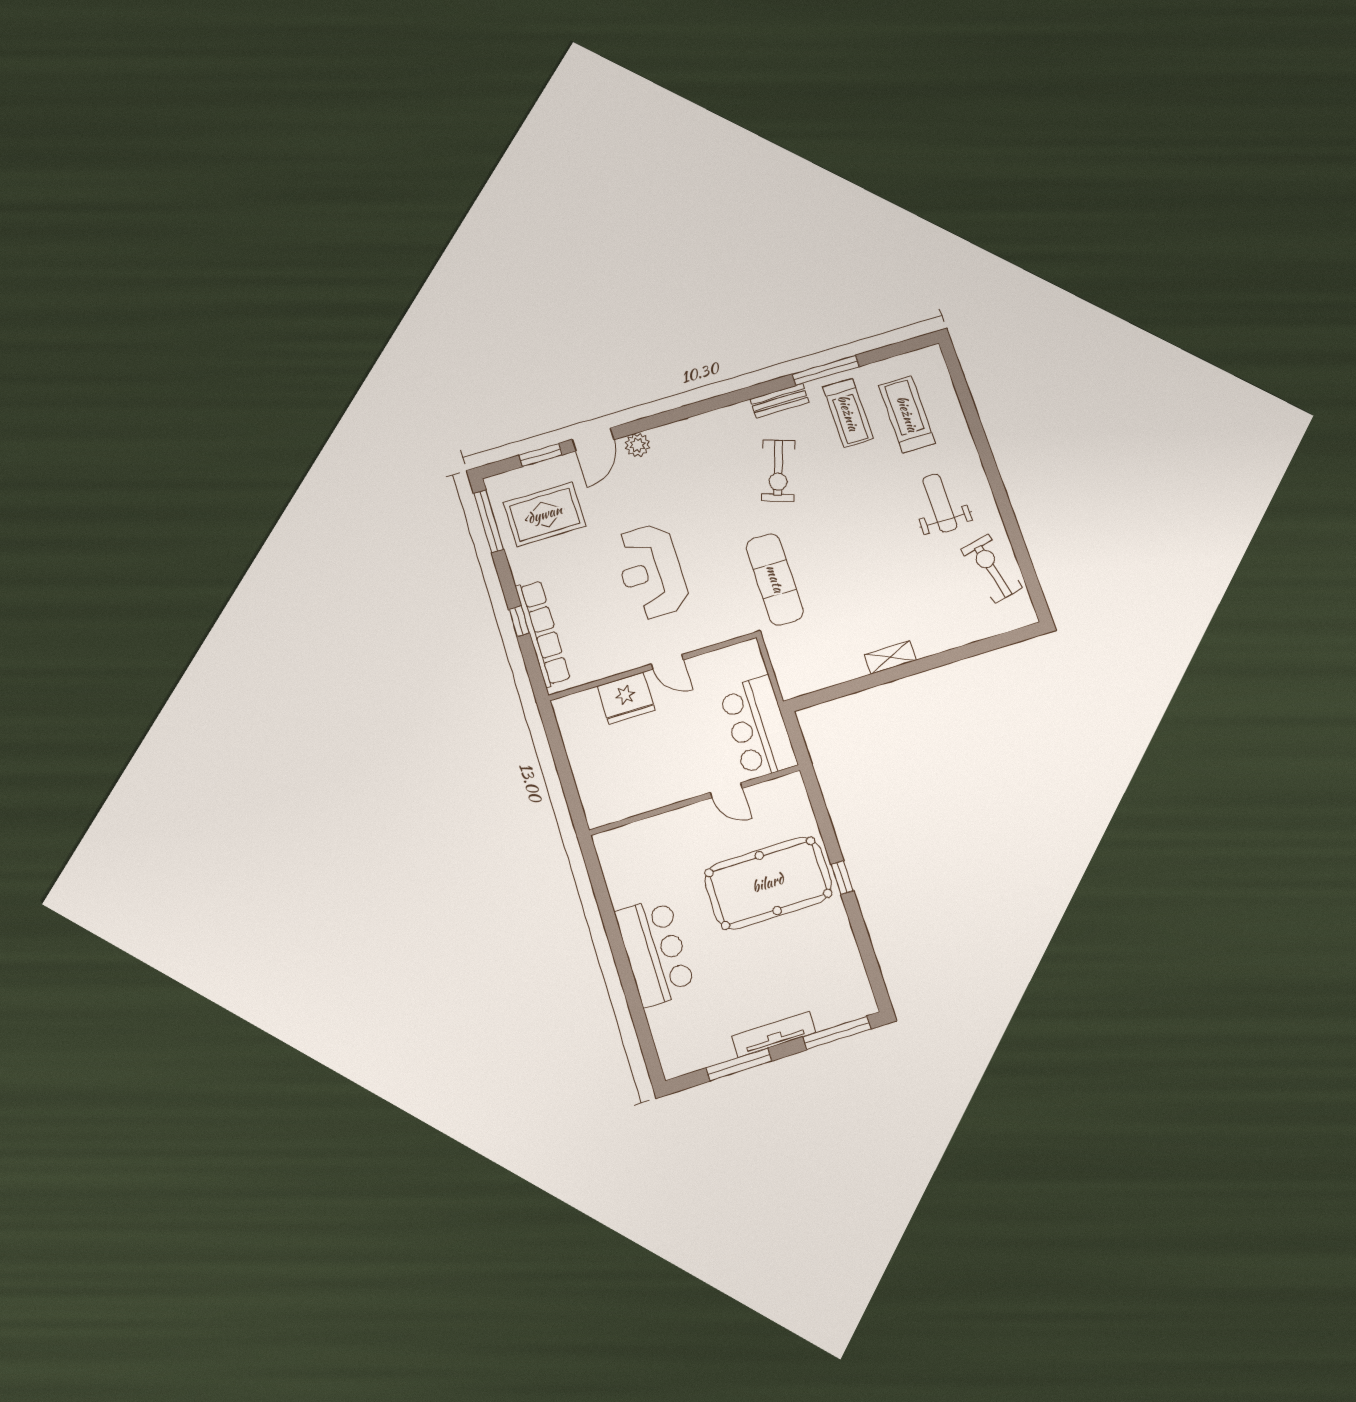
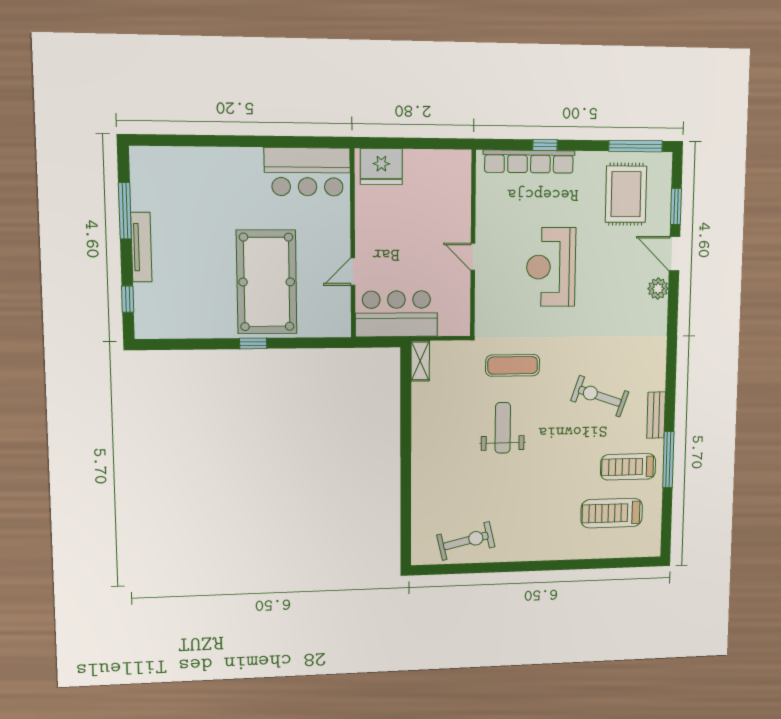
treadmill: (907, 414) -> (612, 513), turned 180
weight bench: (940, 503) -> (503, 428), moved, turned -90
reception desk: (651, 572) -> (551, 267), turned -90
exercise mat: (775, 579) -> (513, 365), width x0.73, depth x0.69
shelving: (890, 657) -> (420, 361), moved
door: (667, 662) -> (473, 257), hinge flipped
fridge: (626, 698) -> (381, 167), moved, turned -90
bar counter: (655, 951) -> (307, 172), moved
window: (837, 1033) -> (128, 299), width x0.46

